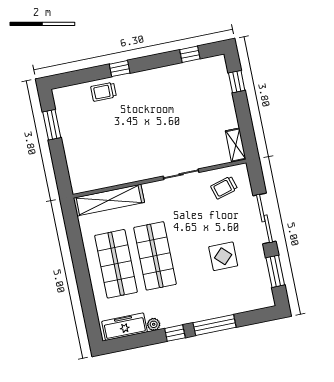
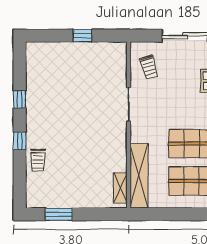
window: (190, 54) -> (20, 99), moved
window: (237, 82) -> (82, 36), moved
shelving: (236, 145) -> (120, 188), moved, turned 90

